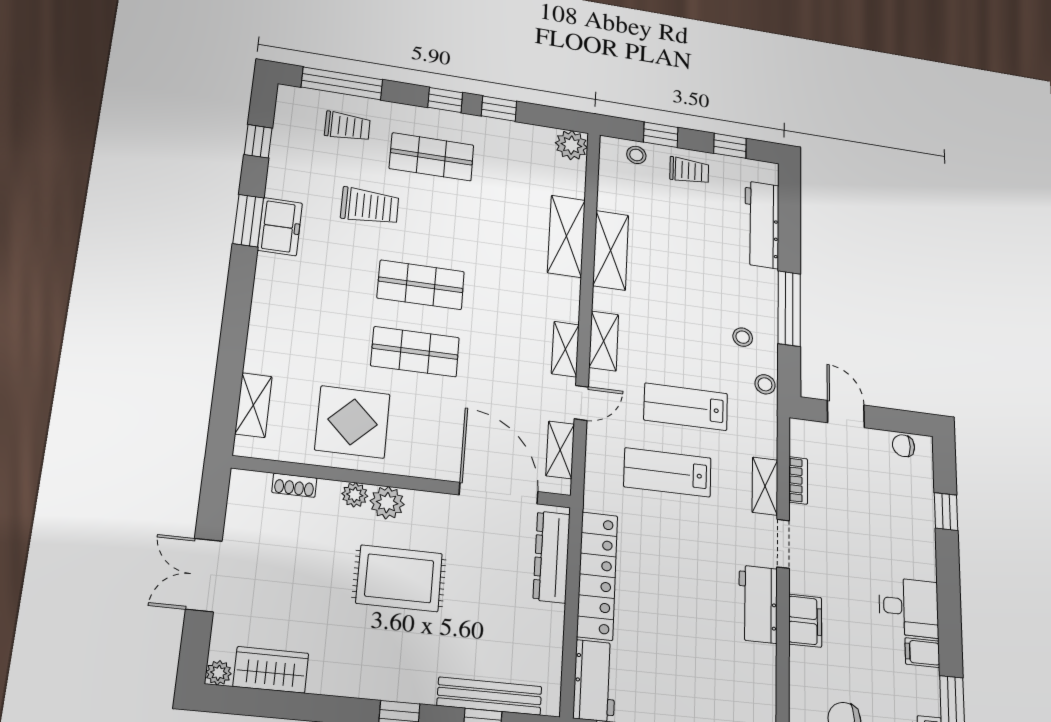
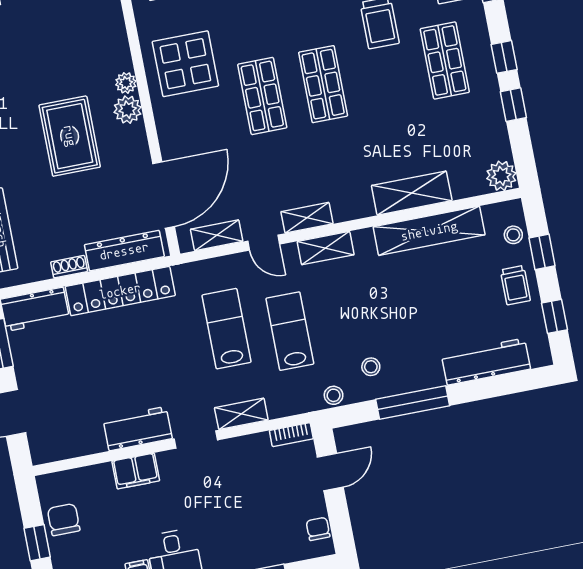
shelving: (611, 250) -> (429, 231), width x1.47
bookcase: (798, 480) -> (291, 435), moved
shoe rack: (294, 485) -> (69, 267), moved, turned 90

